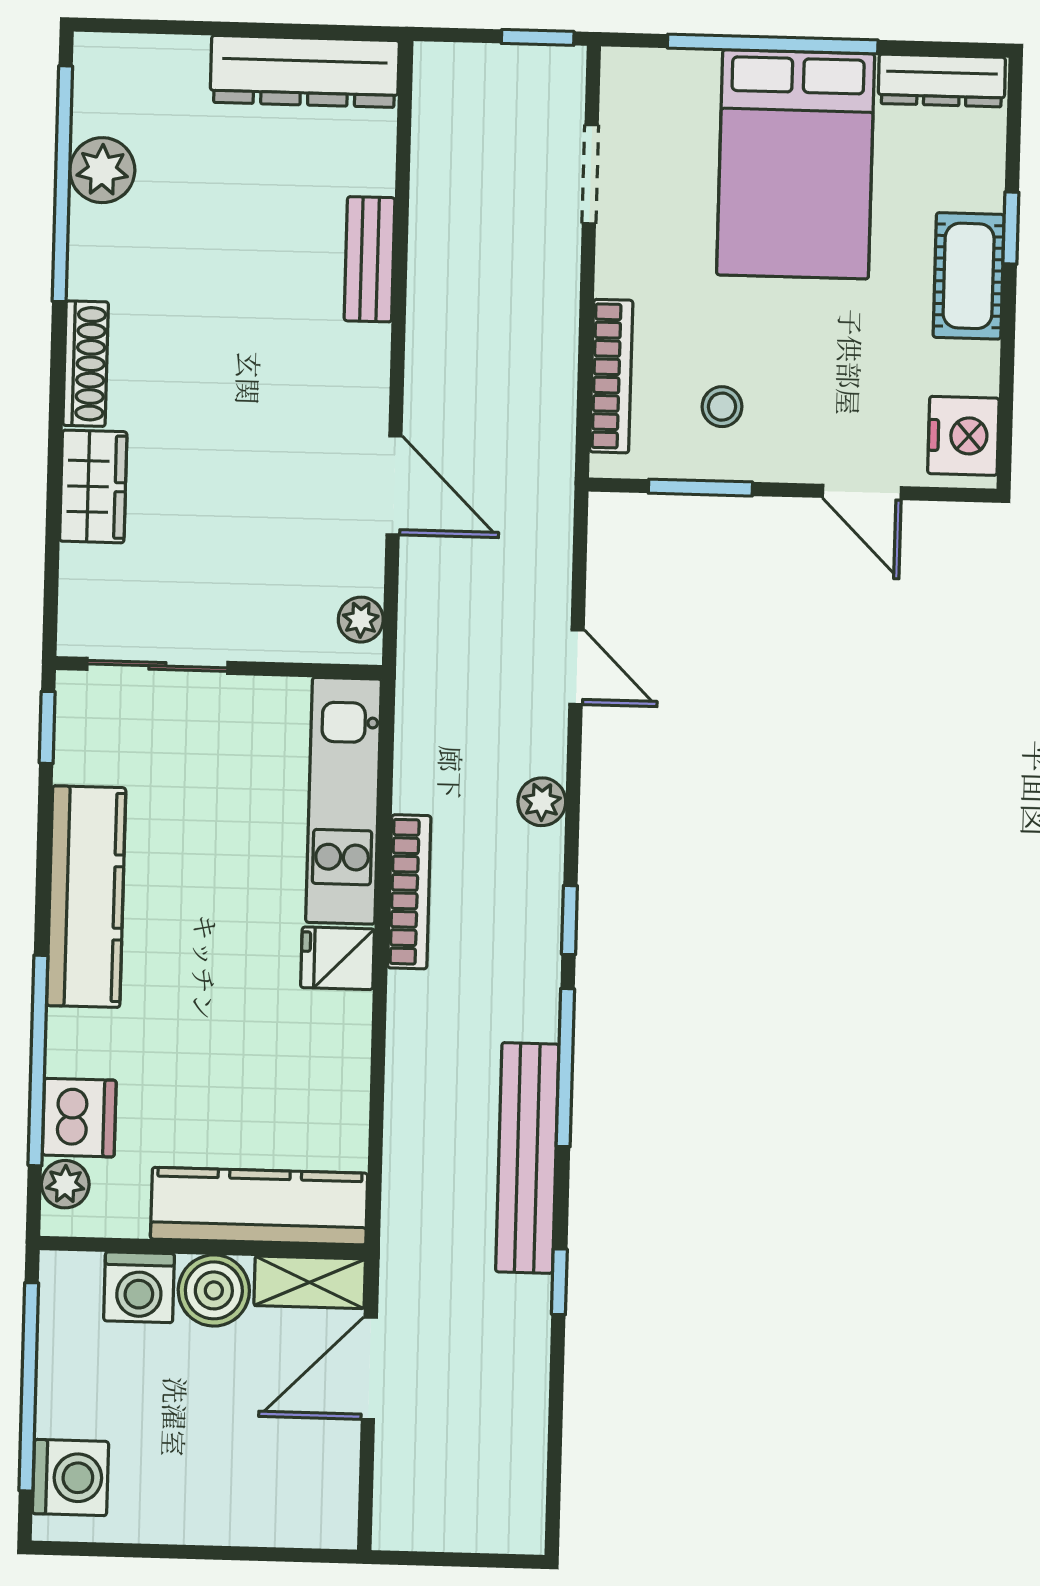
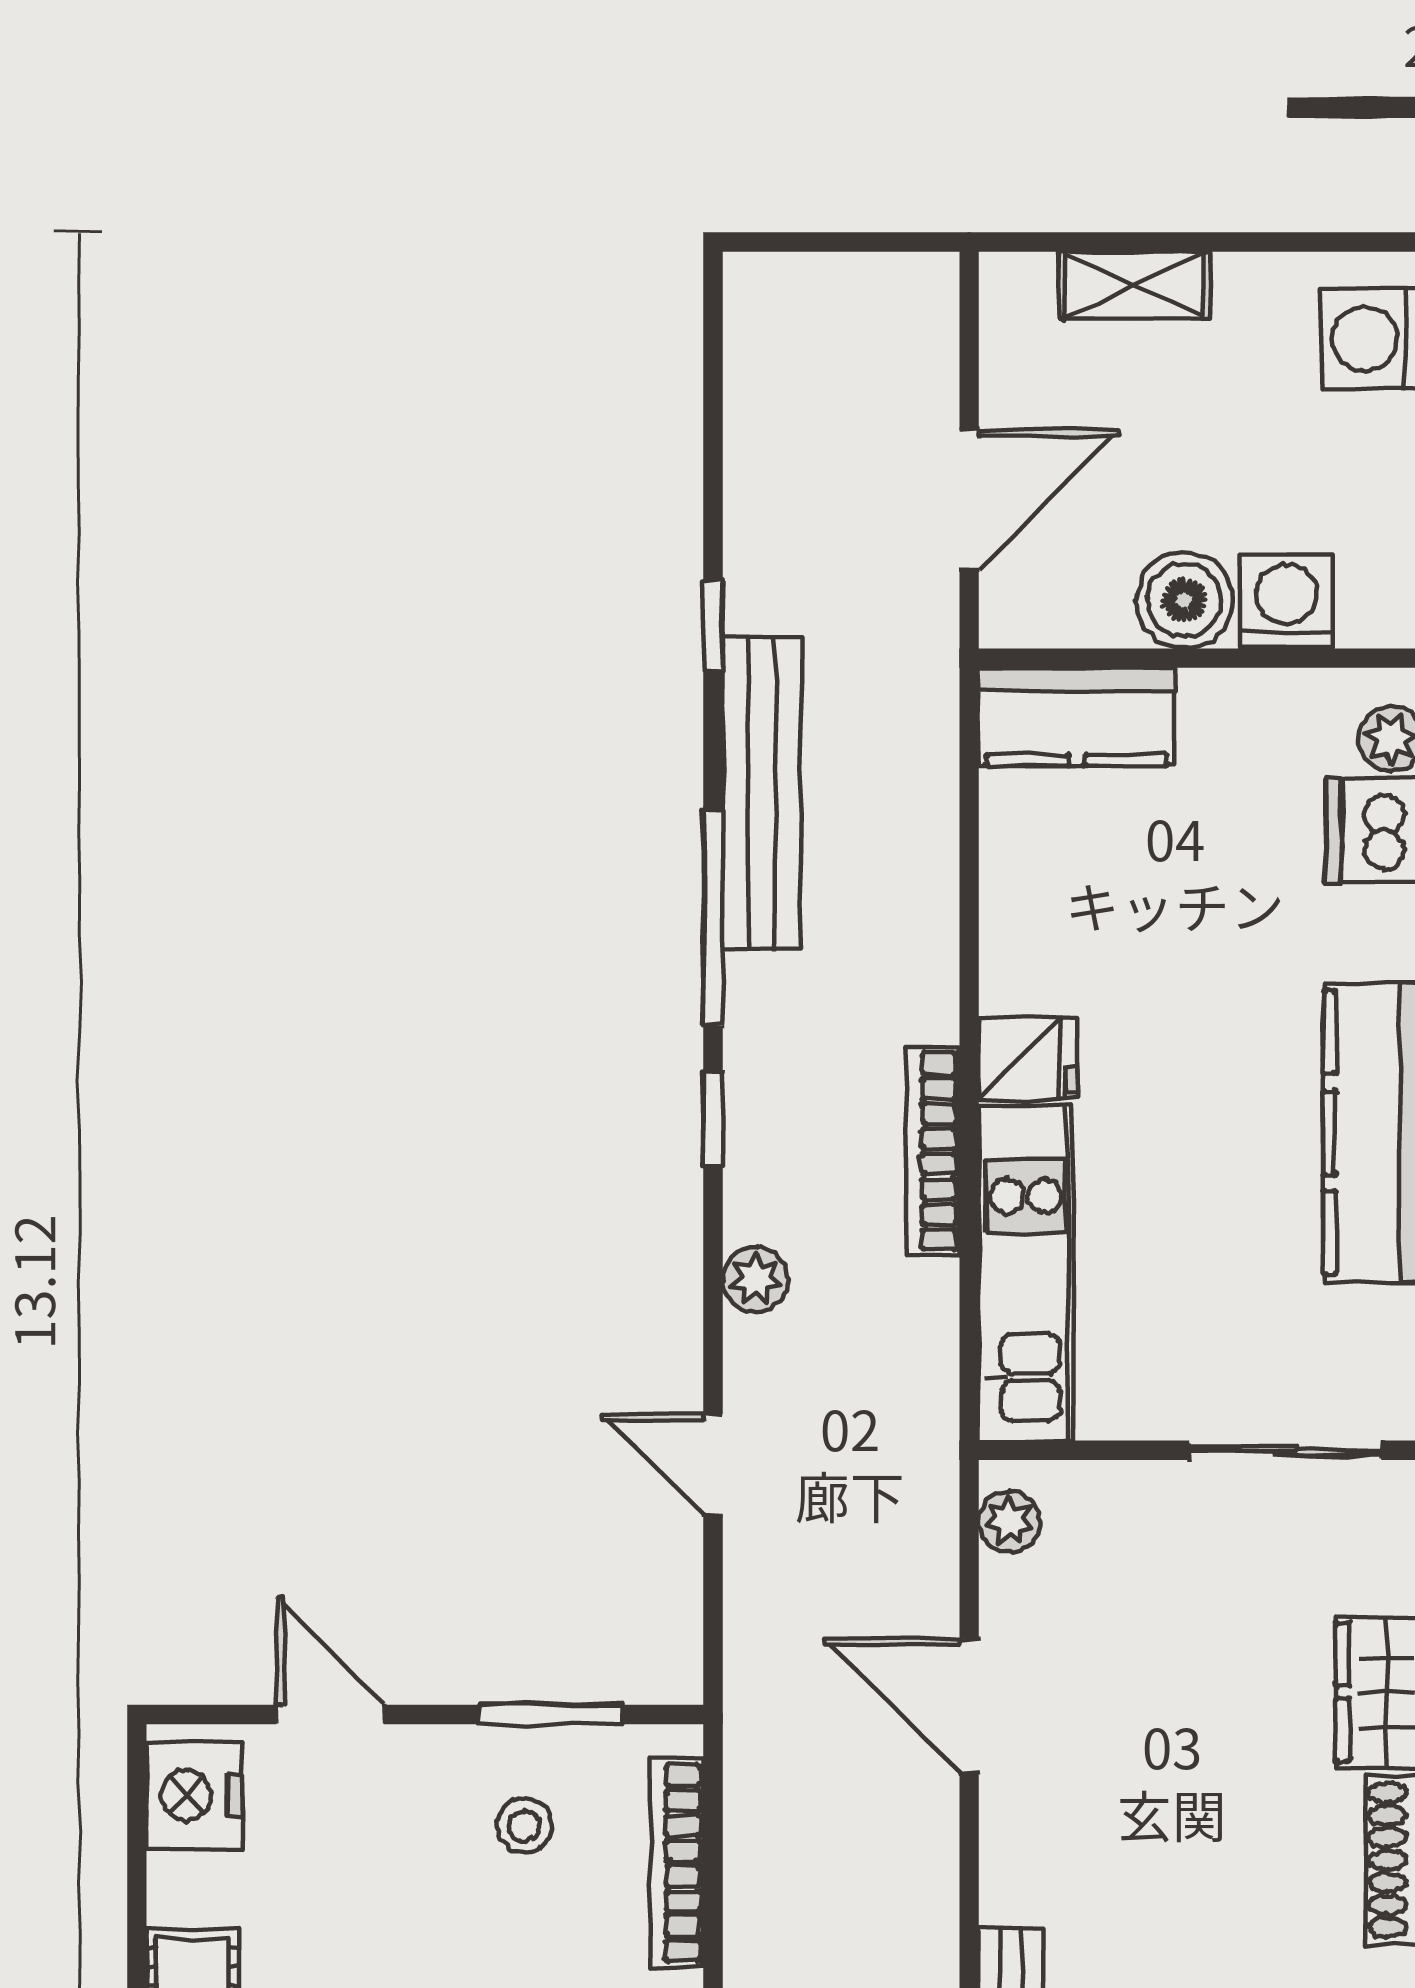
kitchen counter: (259, 1206) -> (1077, 717), width x0.67
shelving: (310, 1282) -> (1134, 285), moved

